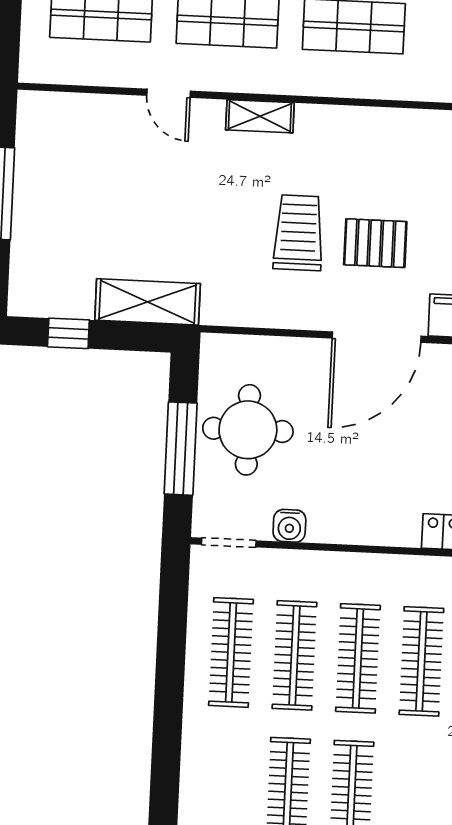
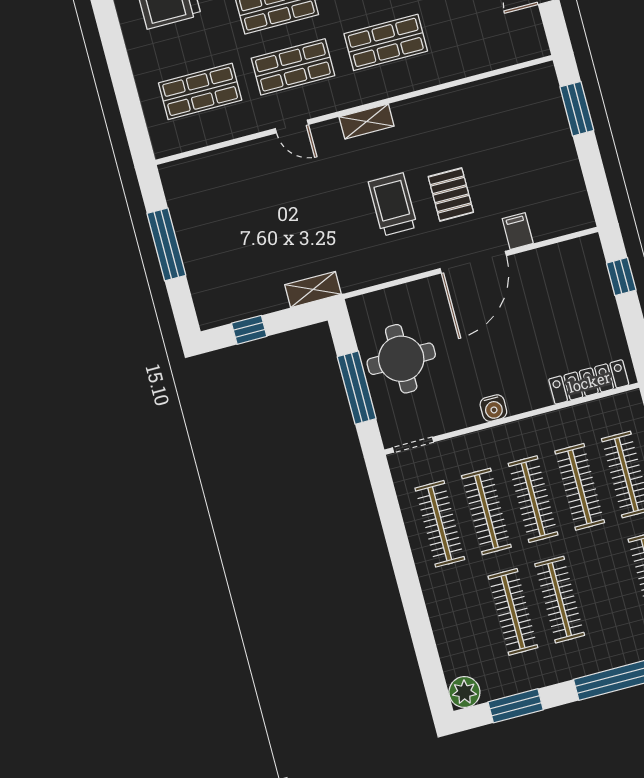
door: (169, 93) -> (292, 126), moved
shelving: (260, 116) -> (367, 121), moved
pallet: (375, 243) -> (451, 194), turned 90
shelving: (148, 302) -> (313, 289), width x0.67, depth x0.75
water cooler: (289, 526) -> (493, 408), moved

